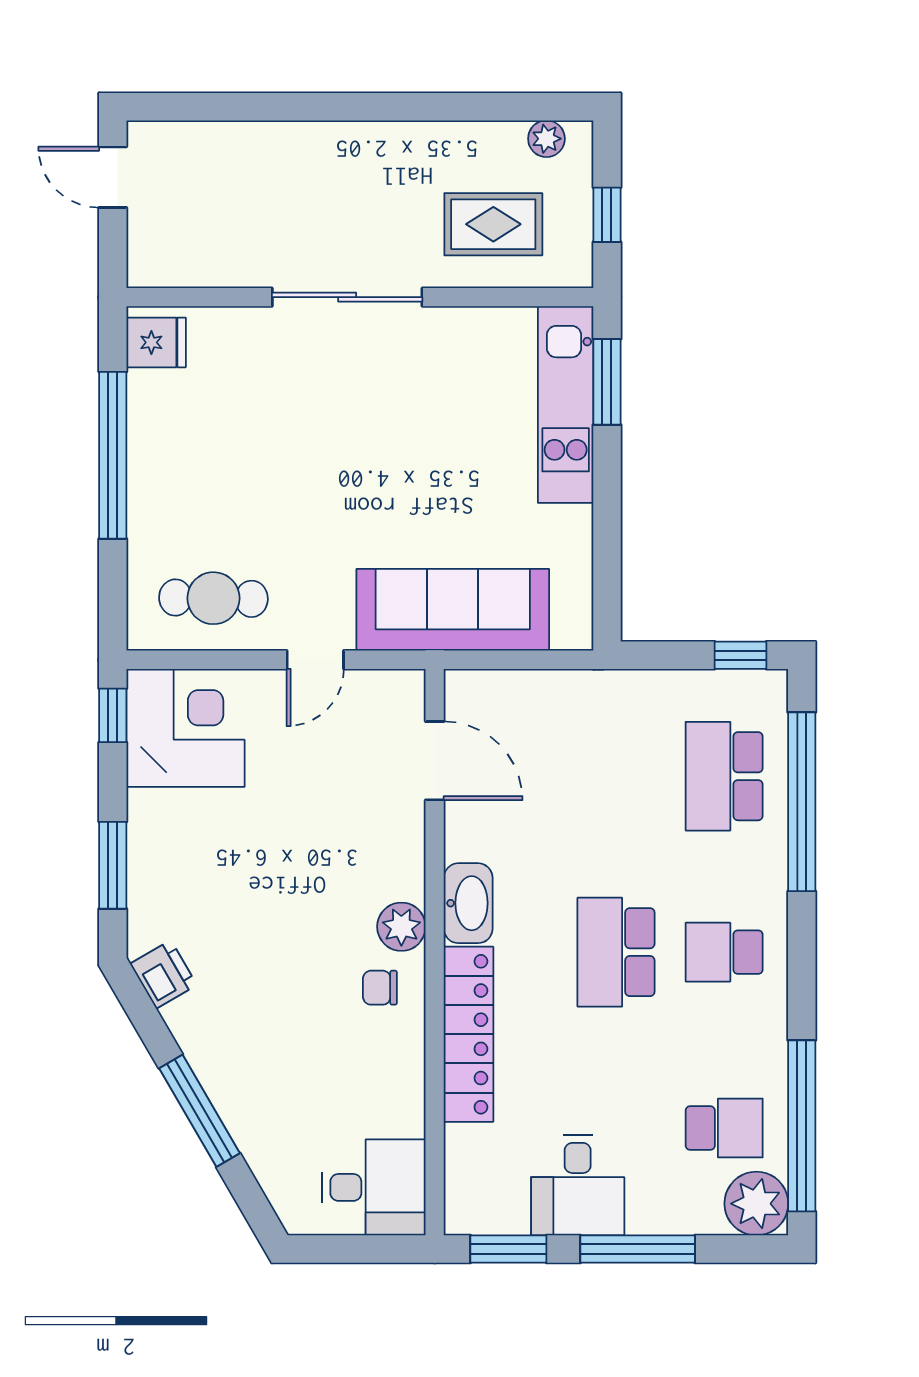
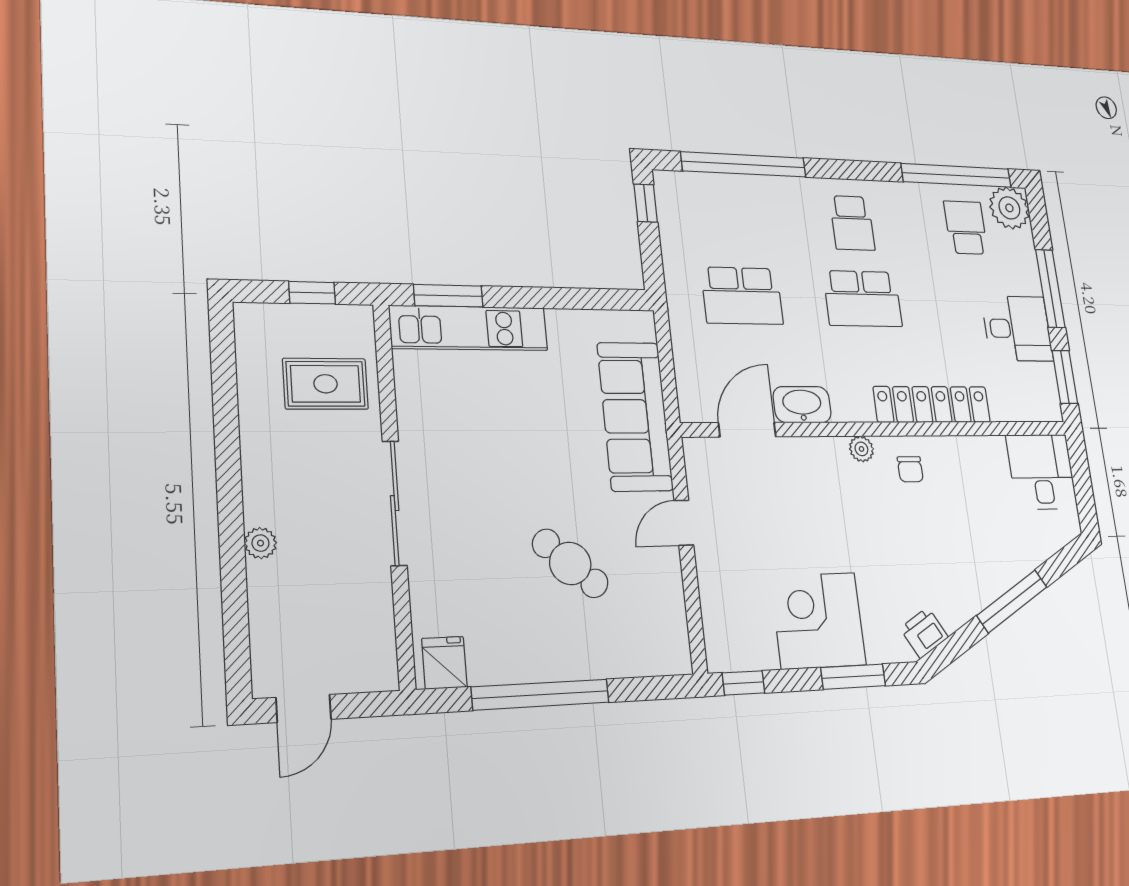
plant: (546, 139) -> (260, 543), moved
rug: (493, 224) -> (326, 384), turned 90
cafe table: (213, 598) -> (570, 563), moved, turned -49
door: (315, 660) -> (684, 523), swing flipped
corner desk: (185, 728) -> (818, 621), moved
school desk: (724, 776) -> (742, 296), moved
washbasin: (468, 903) -> (802, 405), moved
plant: (401, 927) -> (861, 449), width x0.73, depth x0.73

